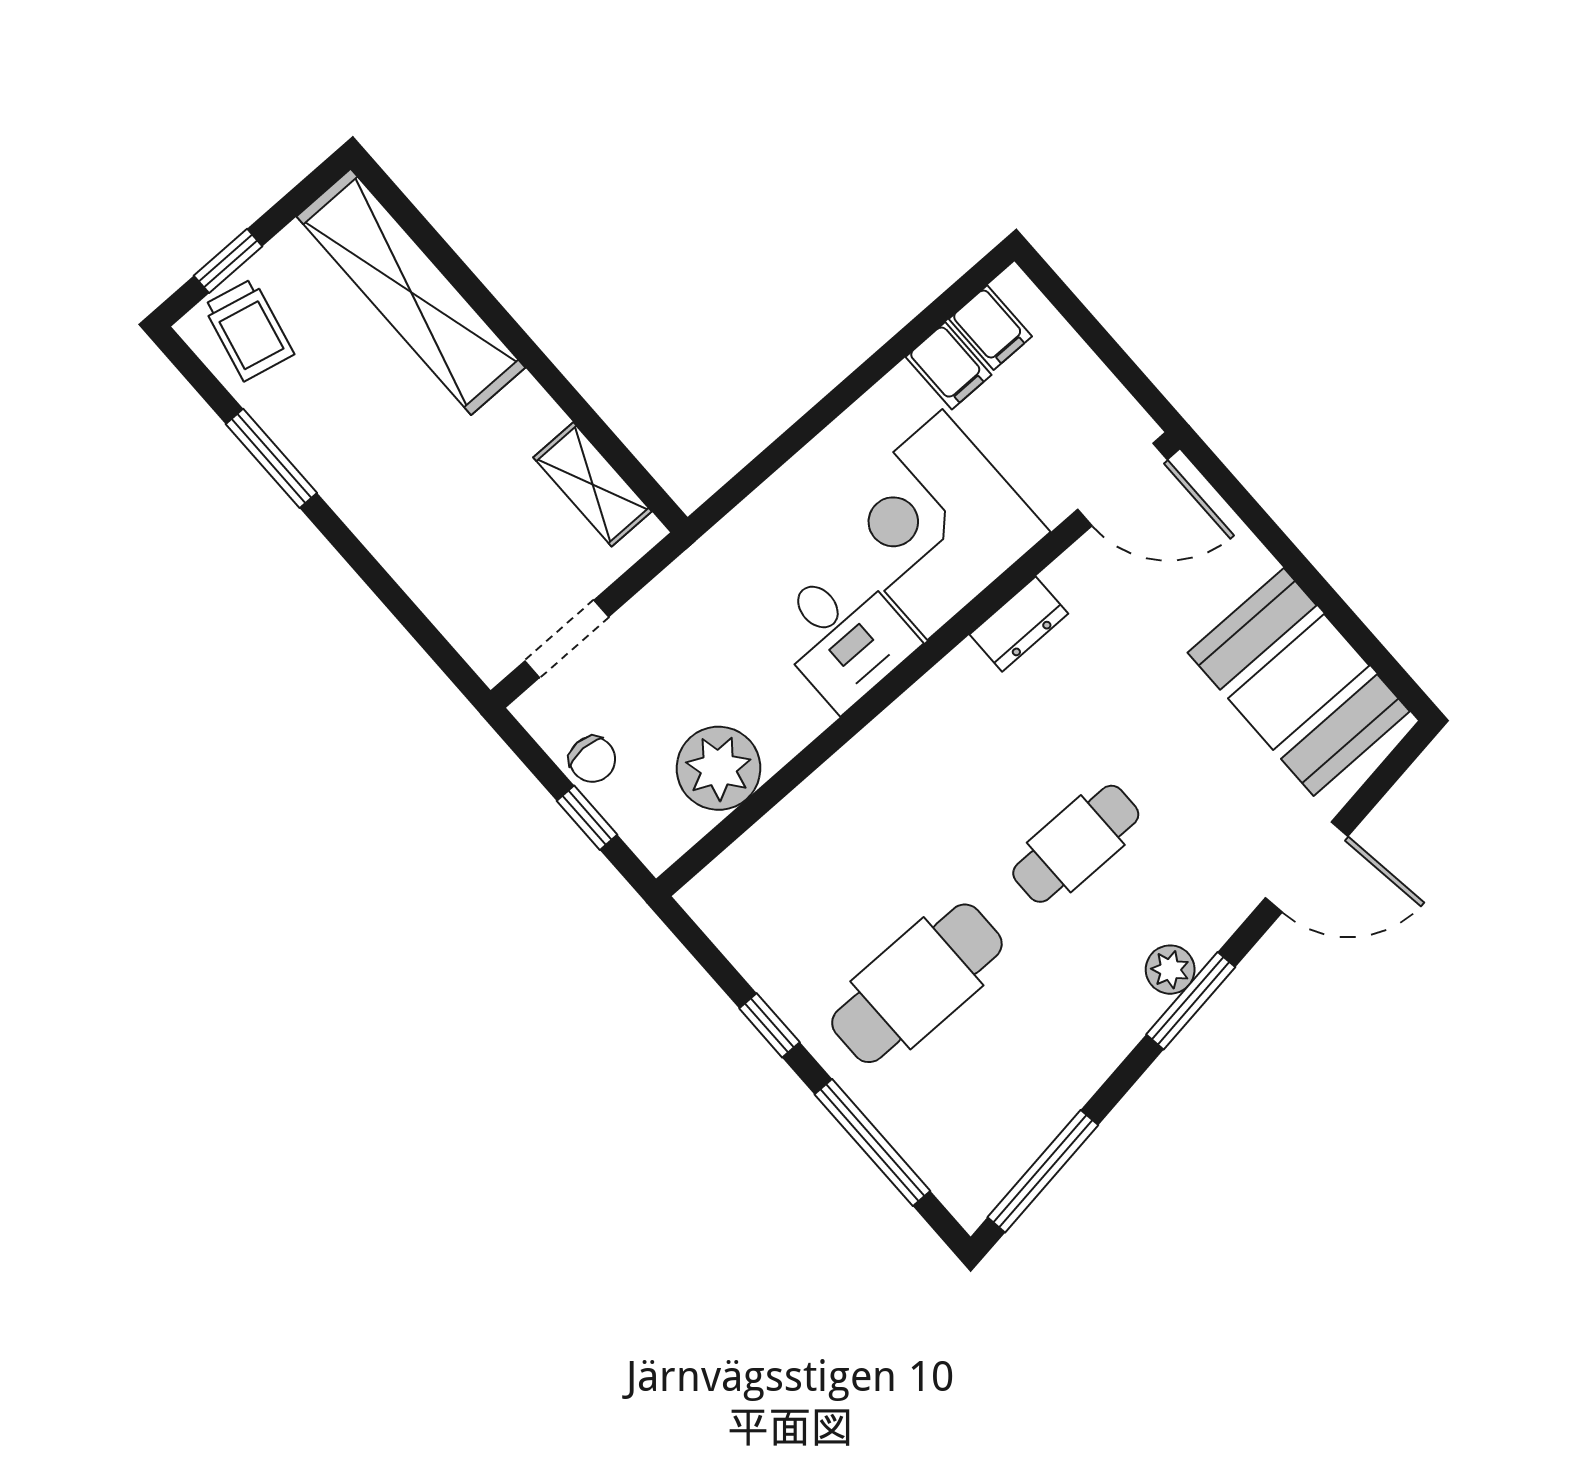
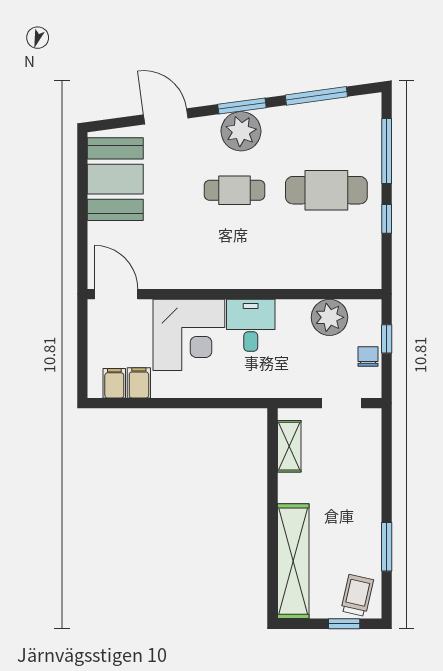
dresser: (1019, 624) -> (190, 278), removed
plant: (1170, 970) -> (241, 131), width x1.88, depth x1.88
window: (1043, 1171) -> (316, 96), moved

